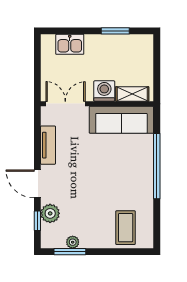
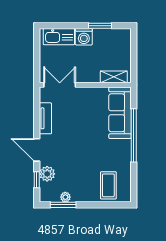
kitchen sink: (70, 44) -> (59, 37), width x1.38
washing machine: (104, 91) -> (84, 37), moved, turned 180
sofa: (121, 120) -> (120, 113), moved, turned 90

